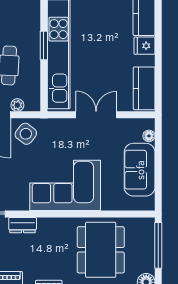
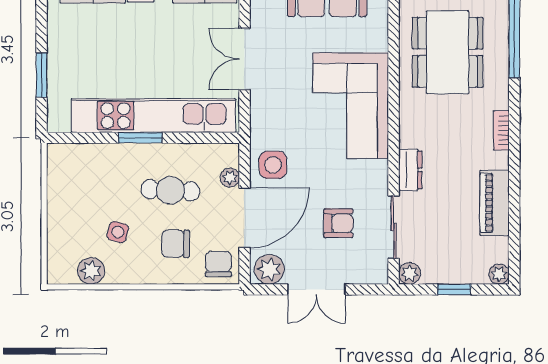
side table: (26, 134) -> (273, 165), turned -38
dining table: (101, 250) -> (448, 52), turned 90

